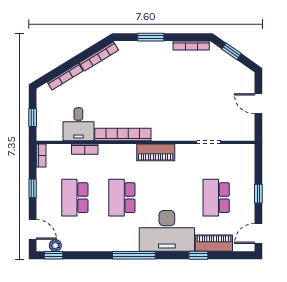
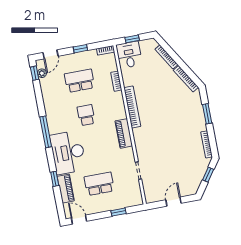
desk: (78, 124) -> (129, 55), moved, turned 90
window: (258, 194) -> (119, 212), moved
school desk: (122, 198) -> (86, 115), width x0.54

